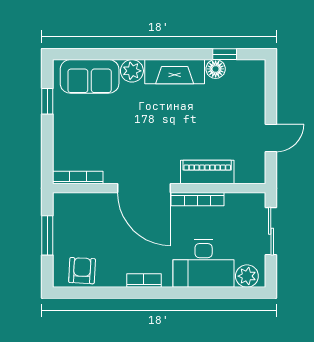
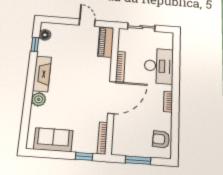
floor lamp: (216, 69) -> (45, 35), moved
sofa: (90, 76) -> (53, 140), moved, turned -90
window: (47, 101) -> (84, 156), moved
piano: (207, 172) -> (106, 42), moved
plant: (247, 276) -> (167, 42), removed

